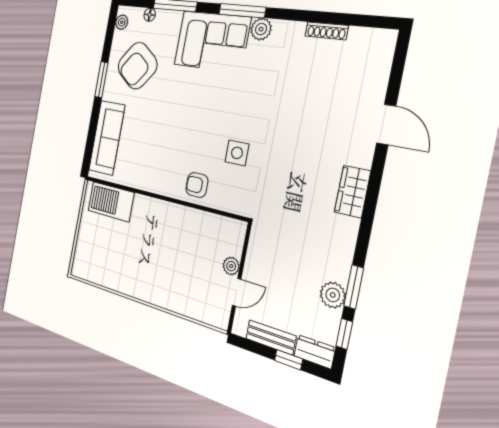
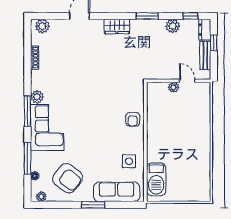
plant: (381, 51) -> (42, 26), added
window: (101, 80) -> (93, 205), moved
side table: (237, 153) -> (129, 161), moved
window: (354, 287) -> (147, 16), moved

